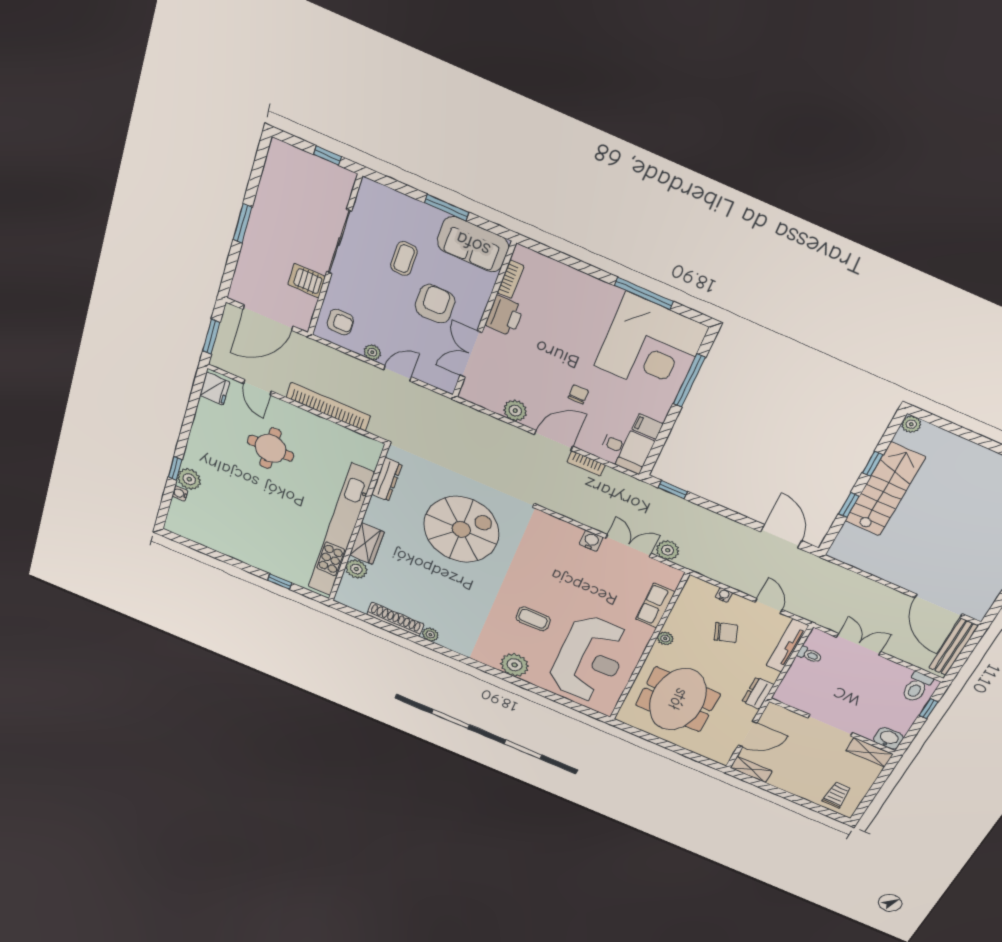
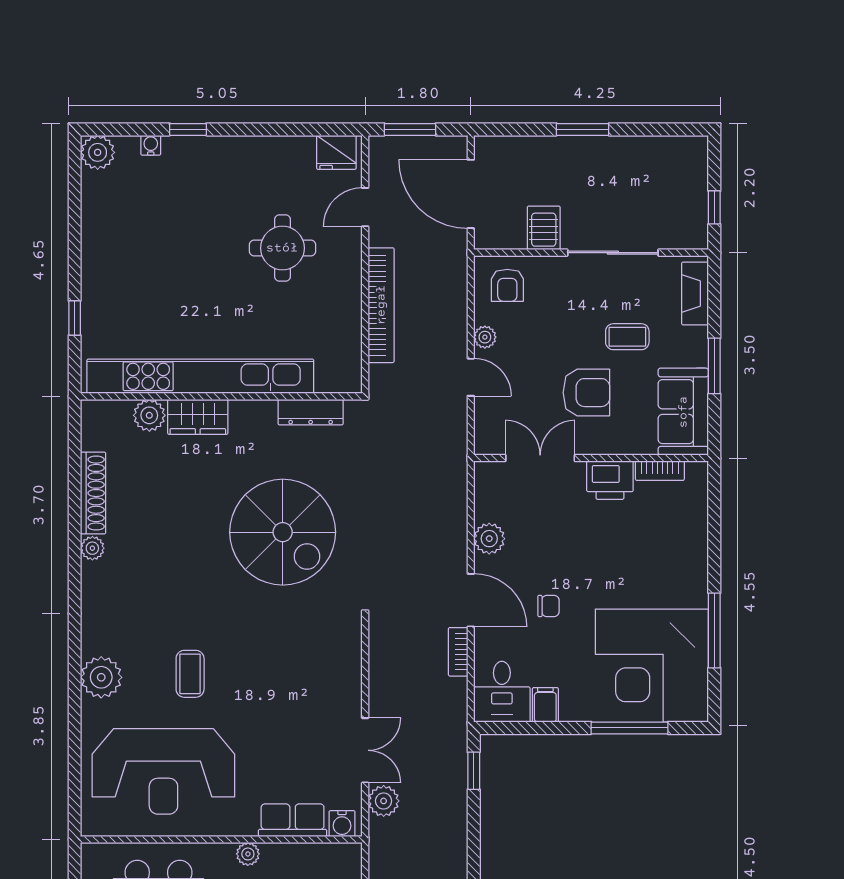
fireplace: (388, 198) -> (695, 293), added
plant: (189, 479) -> (98, 152), moved
water cooler: (591, 541) -> (342, 824), moved, turned 90

